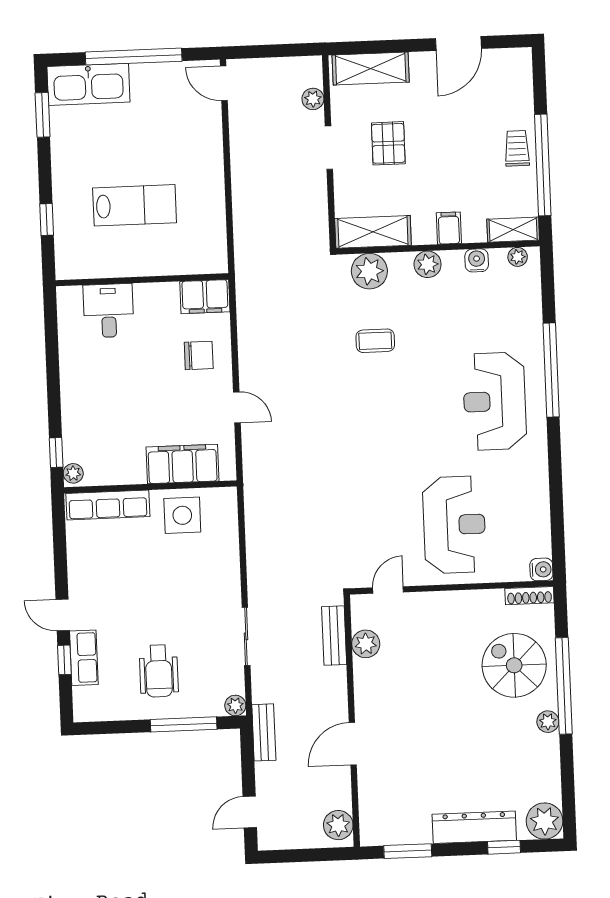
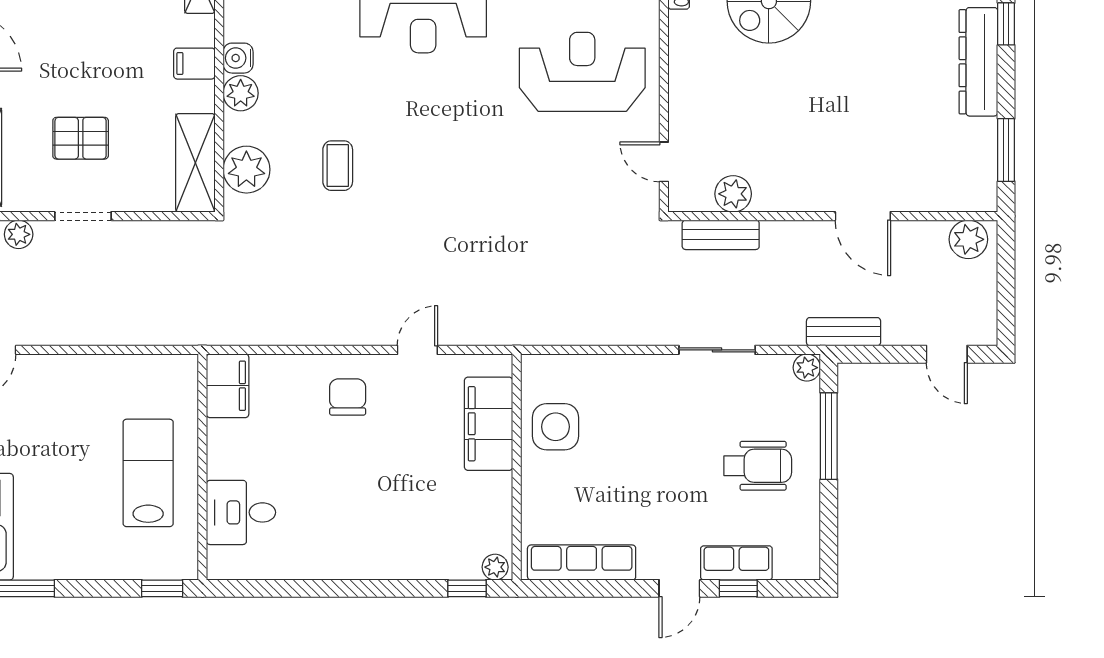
water cooler: (477, 260) -> (238, 58), moved
wall: (142, 280) -> (202, 467), moved
filing cabinet: (205, 297) -> (228, 386), moved
desk: (109, 311) -> (241, 512), moved
row of seats: (108, 505) -> (582, 562), moved, turned -90

